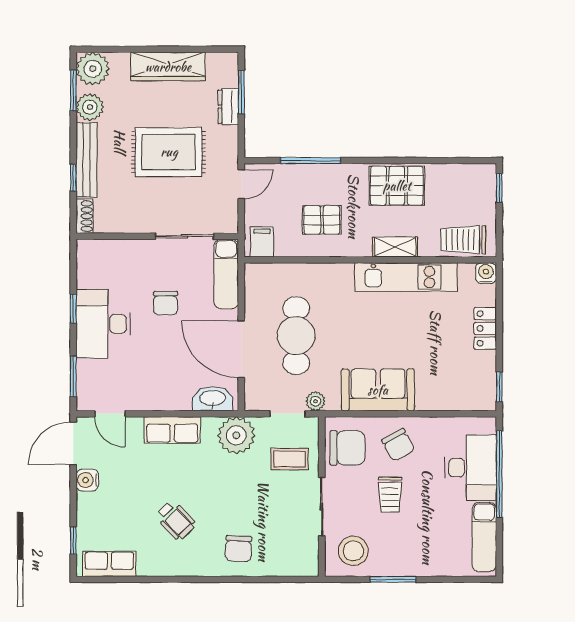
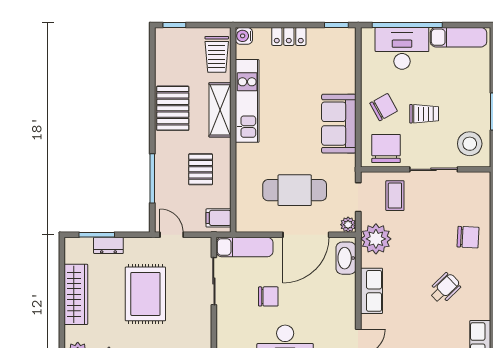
shelving: (395, 247) -> (220, 110), width x1.50, depth x1.33
plant: (316, 401) -> (348, 225), moved

